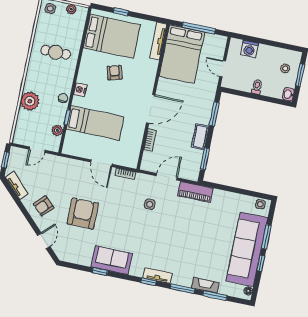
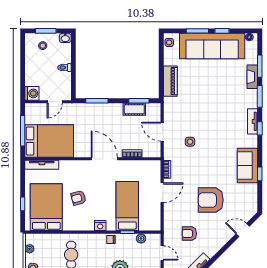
washing machine: (249, 49) -> (32, 93), moved
cot: (200, 137) -> (134, 109), moved
piano: (195, 192) -> (170, 81), moved
armchair: (44, 206) -> (189, 234), moved, turned 136

